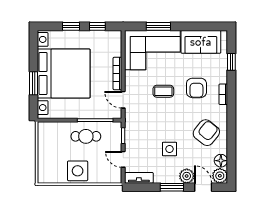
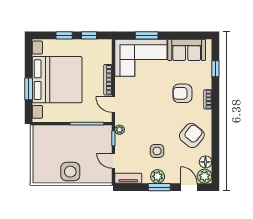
armchair: (196, 88) -> (182, 93), turned 90
coffee table: (163, 91) -> (151, 96), removed
plant: (130, 127) -> (120, 130), added
cafe table: (86, 136) -> (78, 139), removed
plant: (187, 176) -> (158, 176), moved

